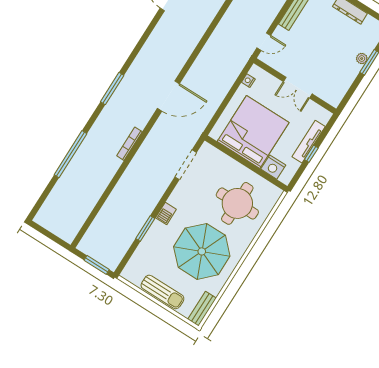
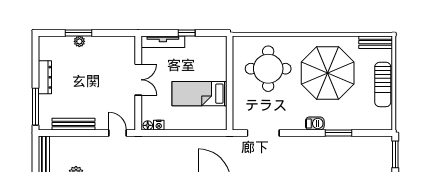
floor lamp: (254, 71) -> (148, 125), added
bed: (253, 132) -> (199, 94), width x0.49
tv unit: (309, 142) -> (163, 42), moved
nightstand: (273, 167) -> (218, 58), removed
sun lounger: (162, 292) -> (383, 84), turned 180

